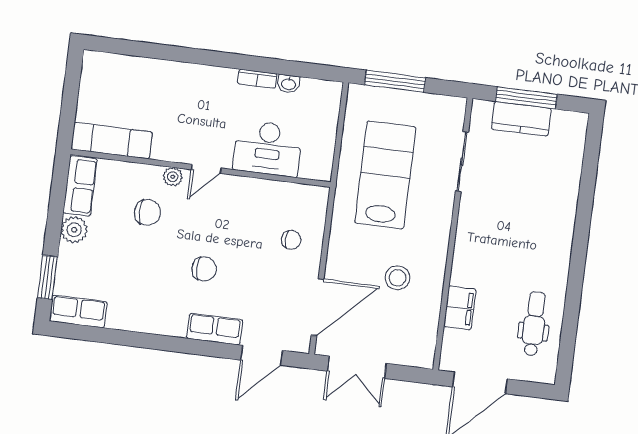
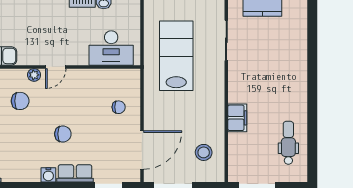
desk: (268, 148) -> (111, 48), moved
stool: (397, 278) -> (204, 152), moved
filing cabinet: (460, 308) -> (237, 118), moved
water cooler: (175, 326) -> (48, 175), added

